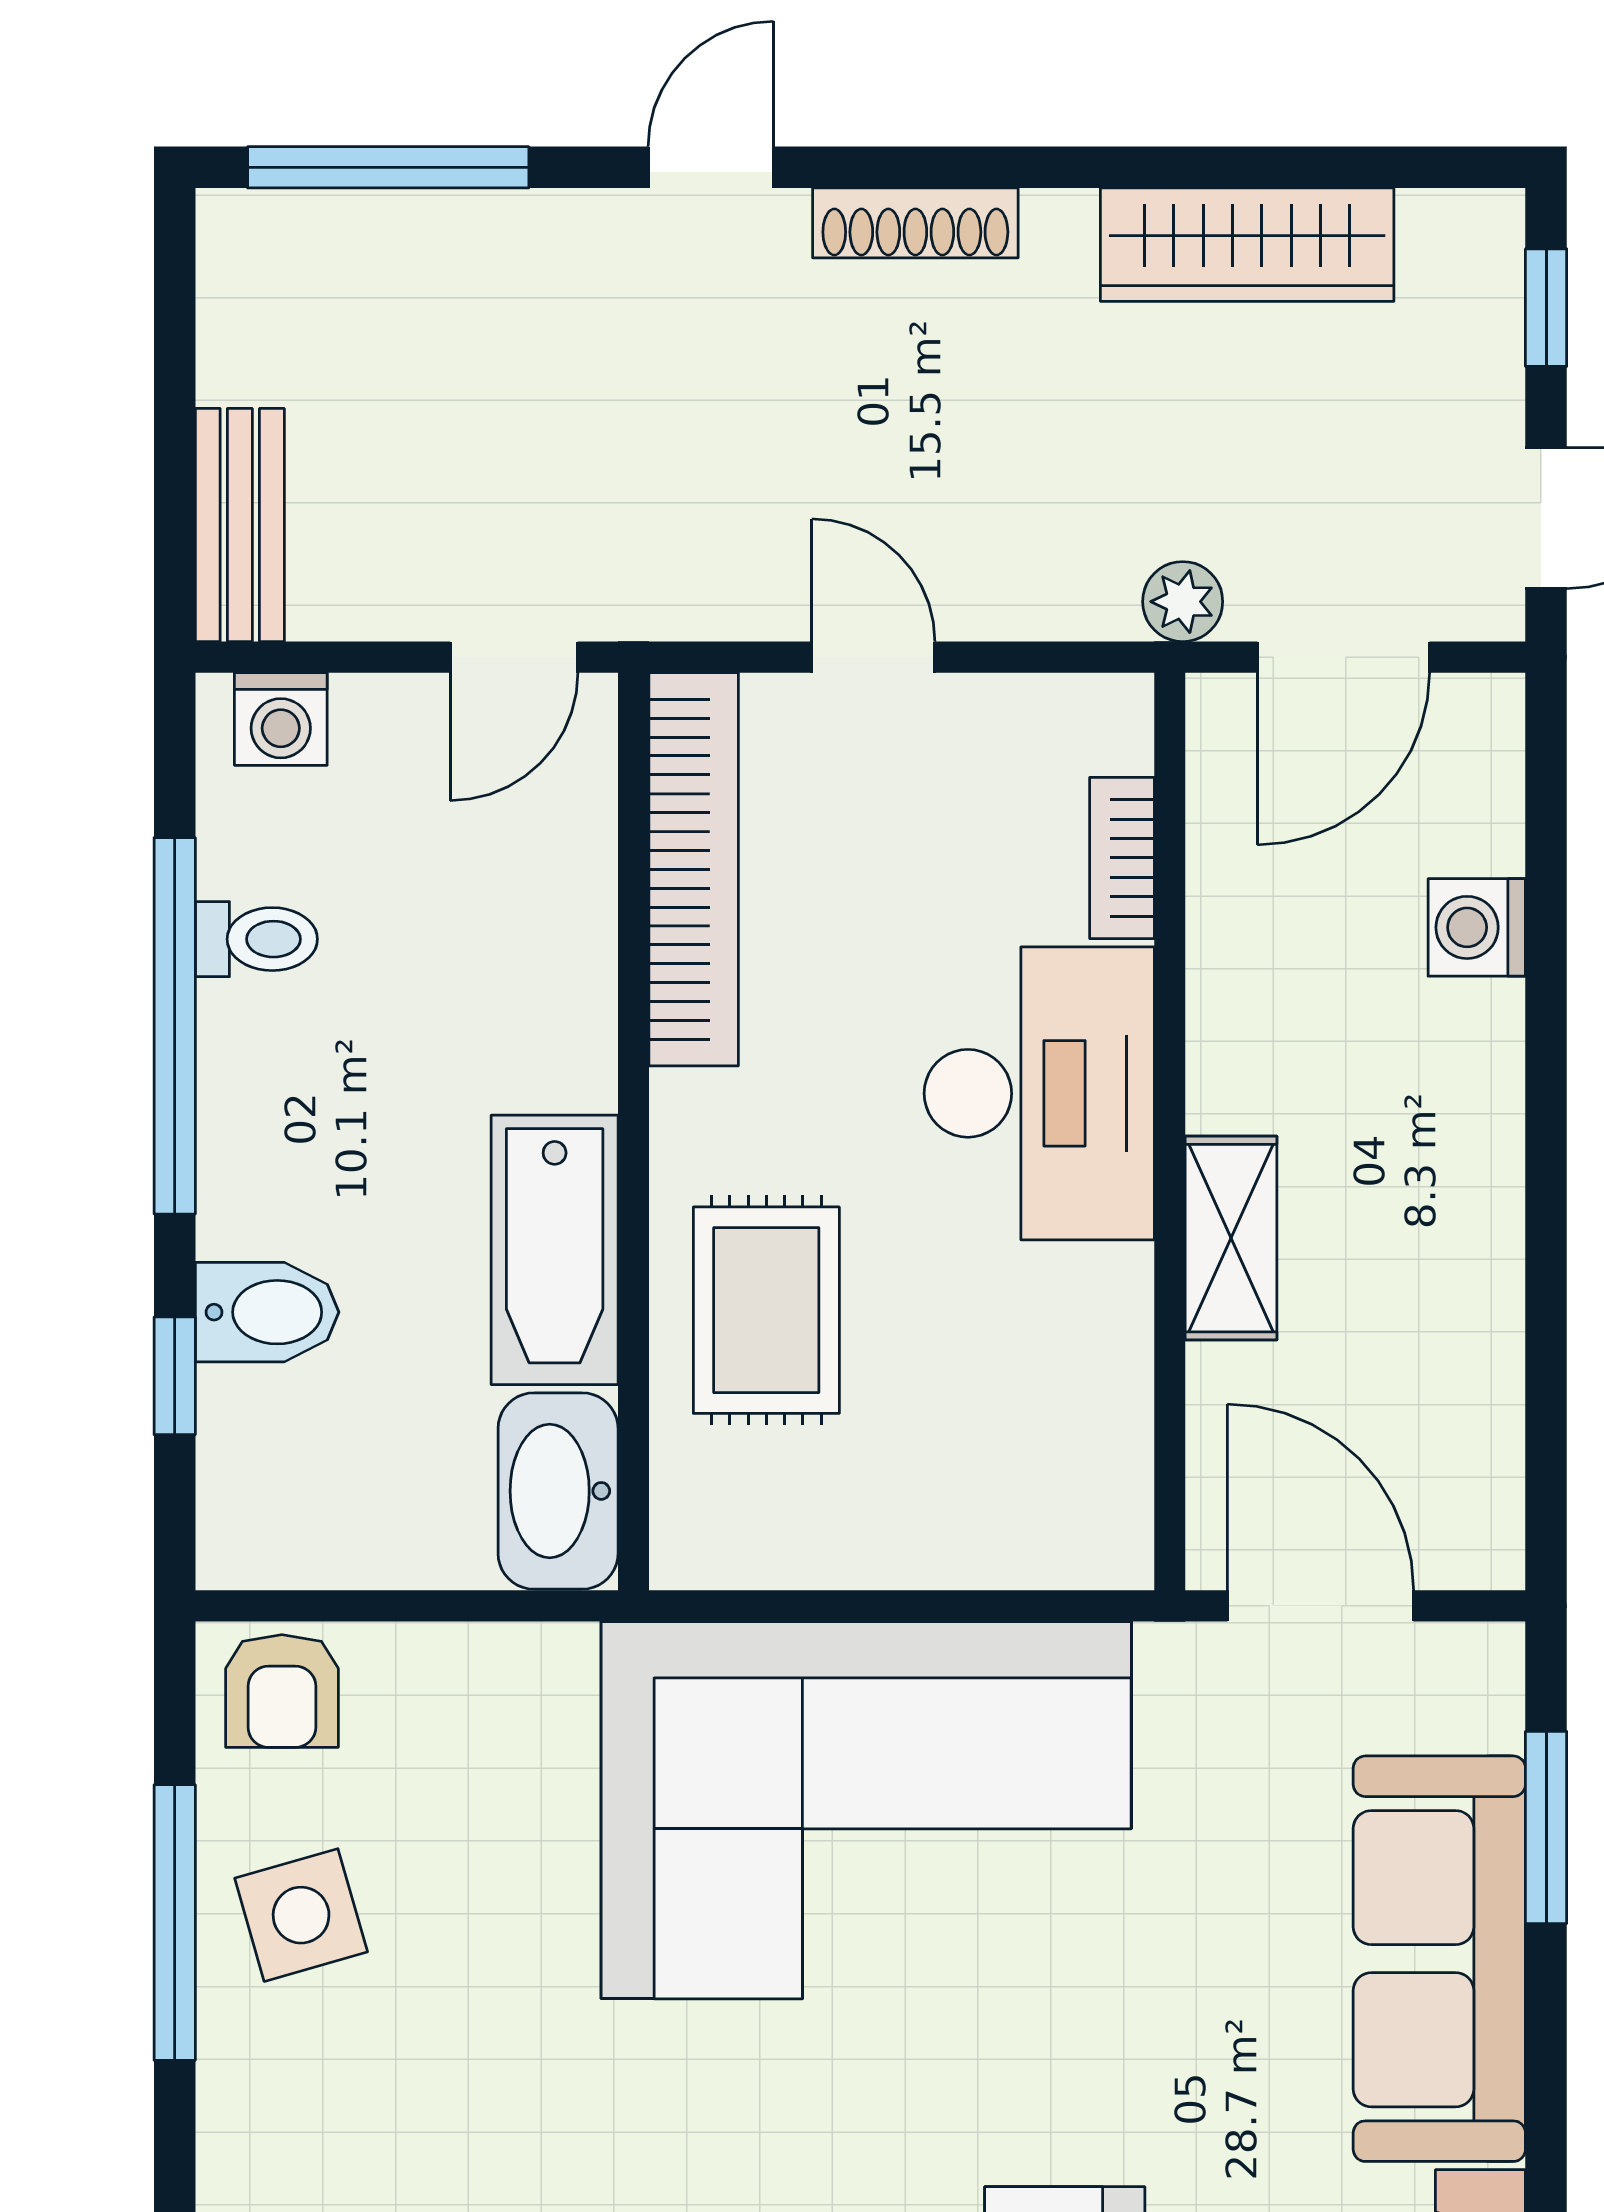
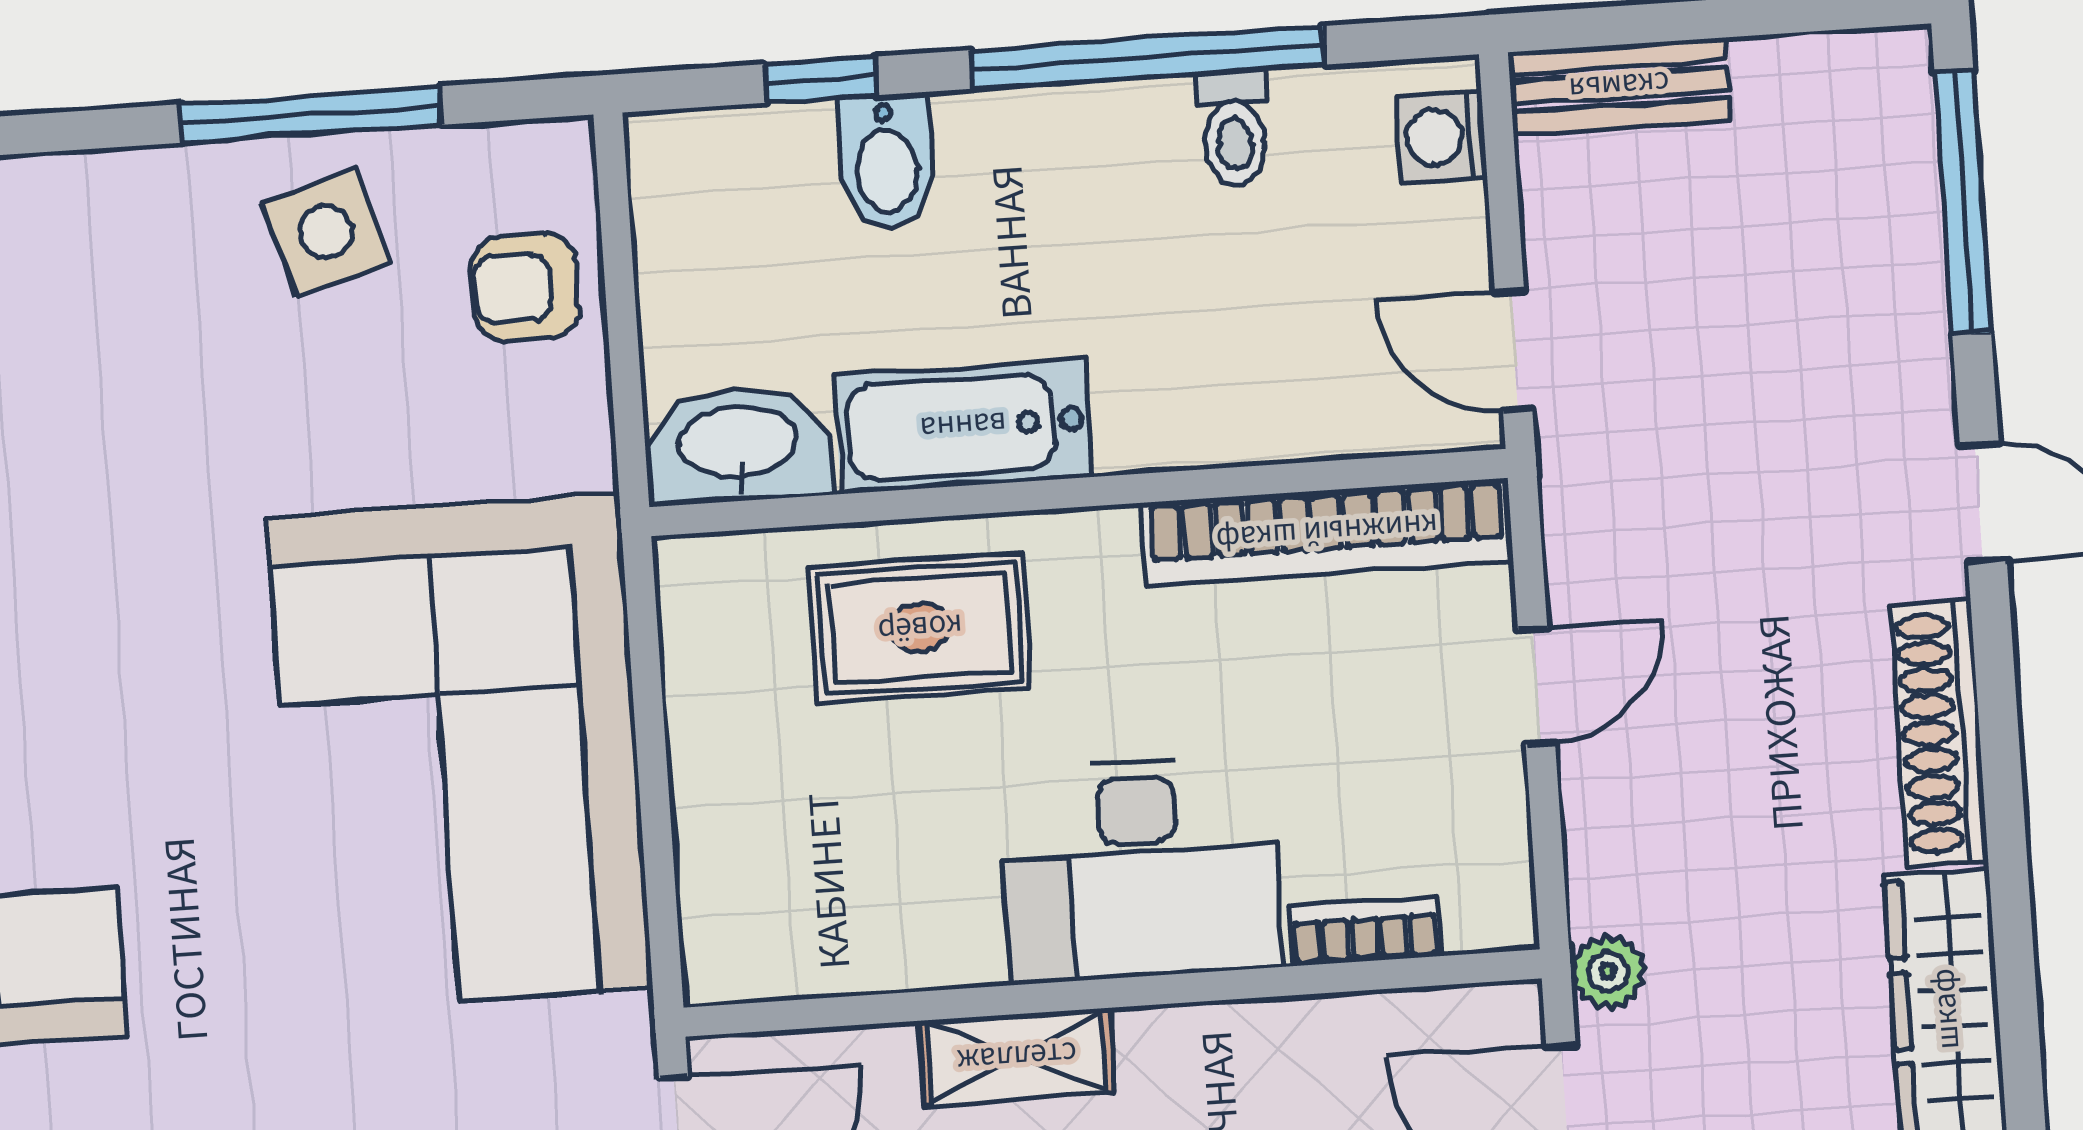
shoe rack: (915, 223) -> (1939, 733), width x1.36, depth x1.24
armchair: (282, 1691) -> (525, 288), moved

